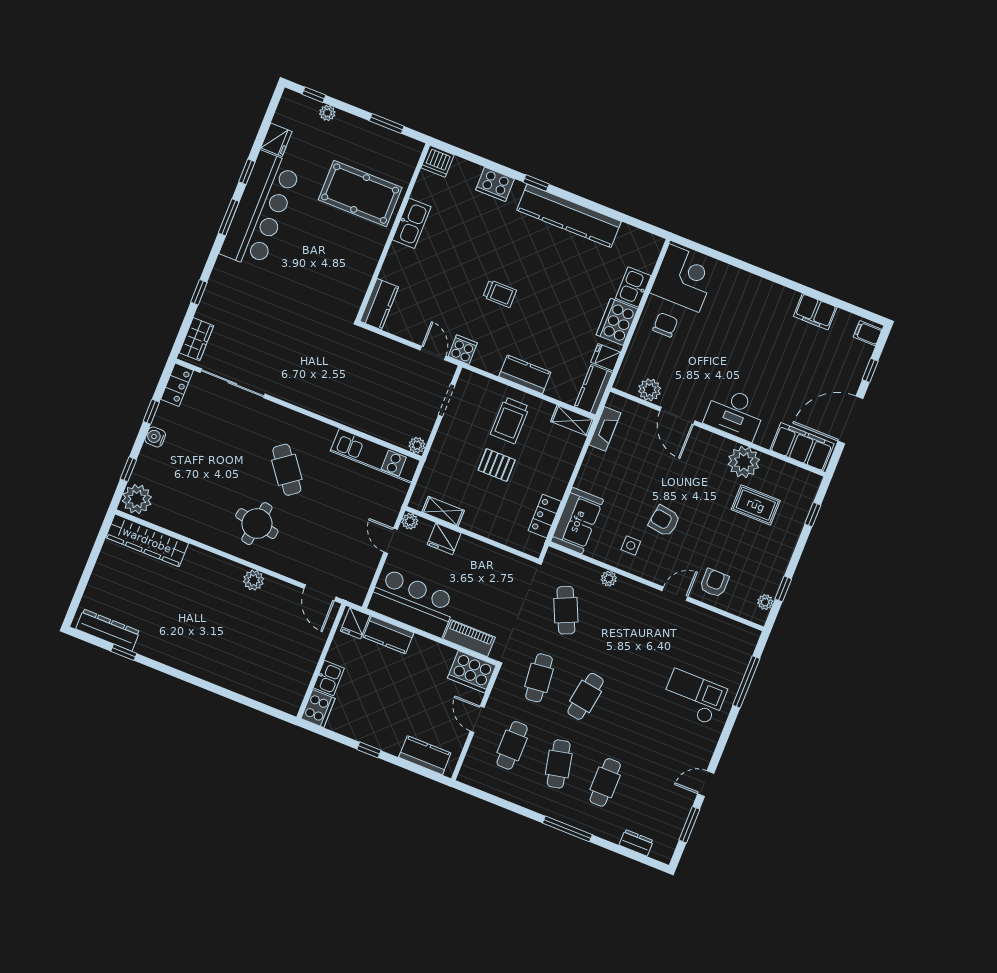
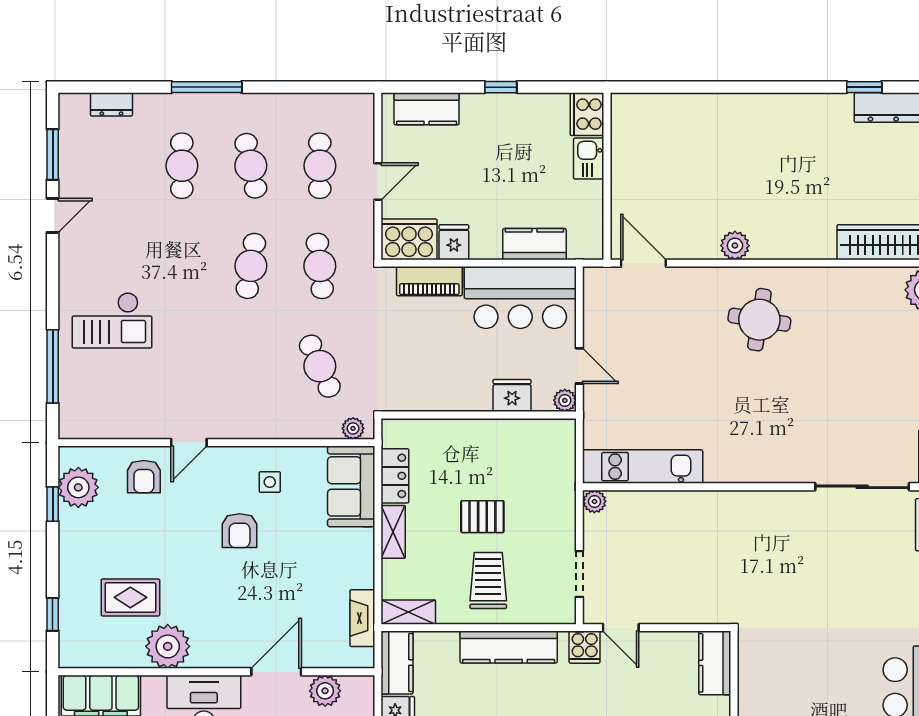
kitchen counter: (525, 374) -> (509, 647), width x1.50
door: (677, 416) -> (276, 672), hinge flipped
cafe table: (287, 470) -> (749, 404), removed
shelving: (443, 511) -> (393, 532), moved, turned 90
armchair: (664, 521) -> (240, 531), turned 82
plant: (609, 579) -> (353, 428), moved
plant: (765, 602) -> (78, 487), width x1.88, depth x1.88
fridge: (355, 623) -> (454, 242), moved
door: (477, 719) -> (378, 181), hinge flipped

